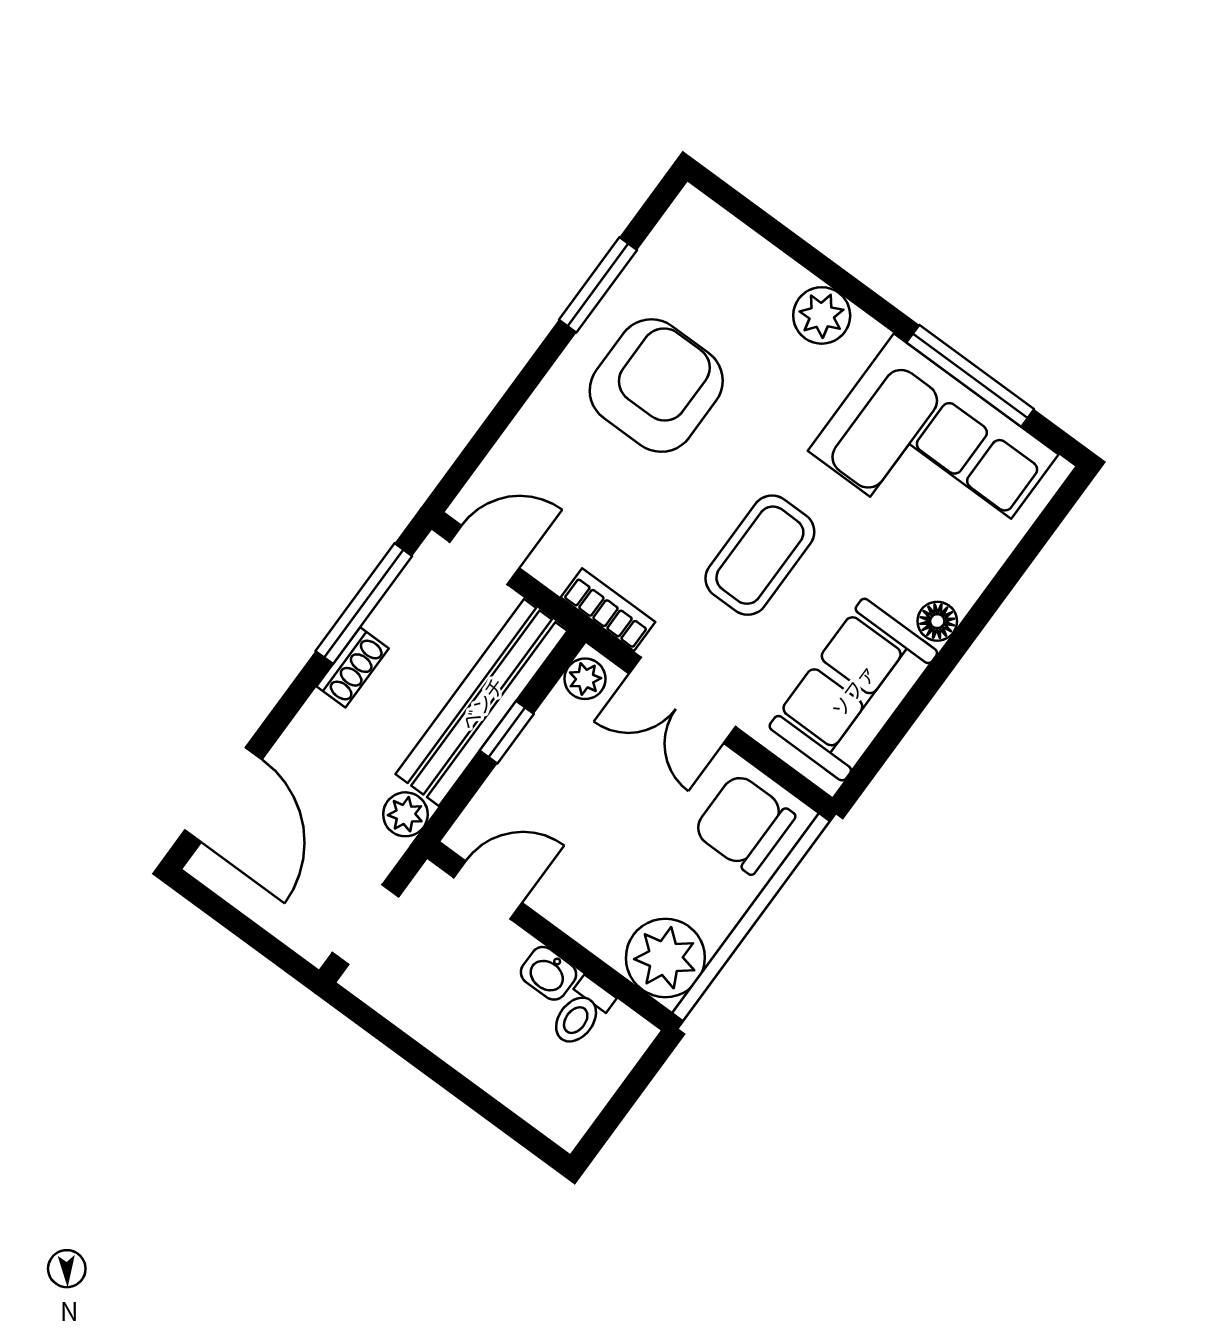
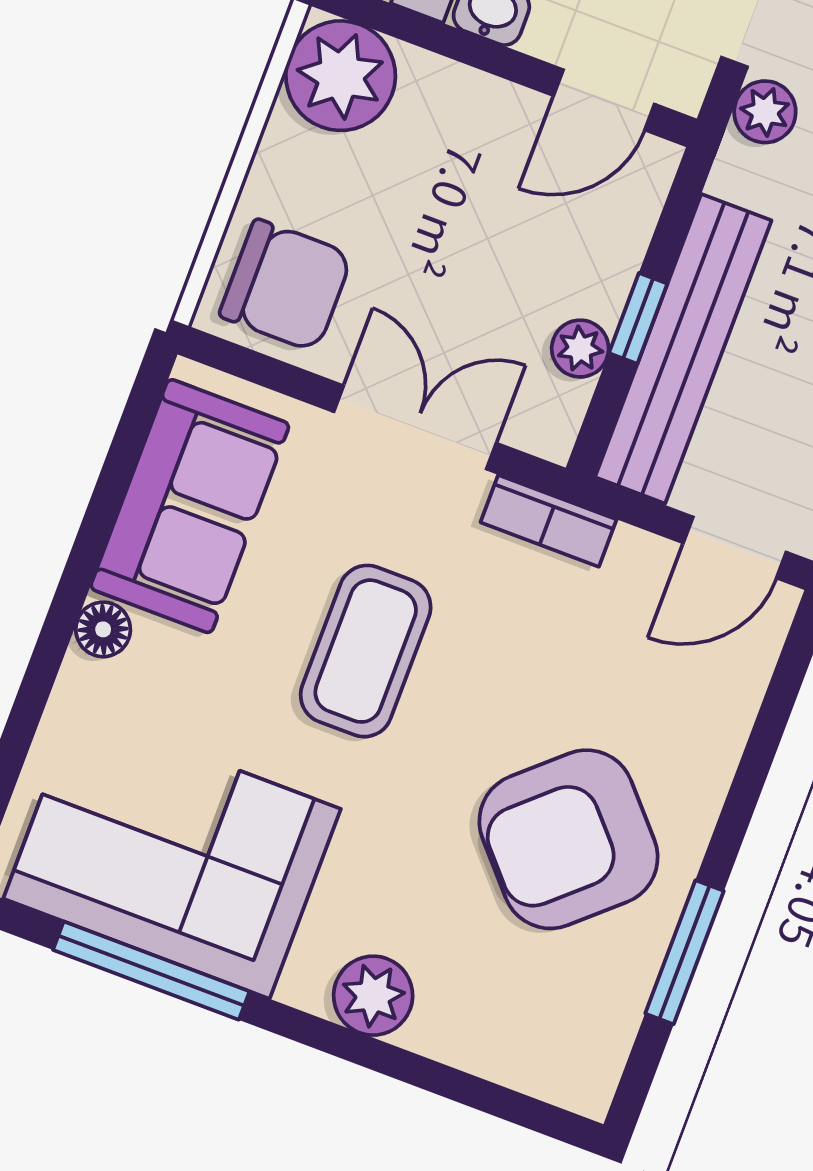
armchair: (656, 386) -> (568, 839), turned 48
plant: (585, 679) -> (580, 349), moved
plant: (405, 814) -> (765, 112), moved

